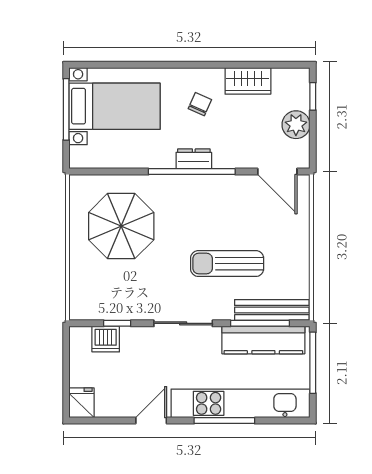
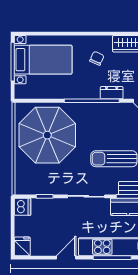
dresser: (194, 159) -> (112, 93), moved
parasol: (121, 226) -> (47, 135), width x1.36, depth x1.36
dishwasher: (106, 339) -> (22, 207), moved, turned -90

